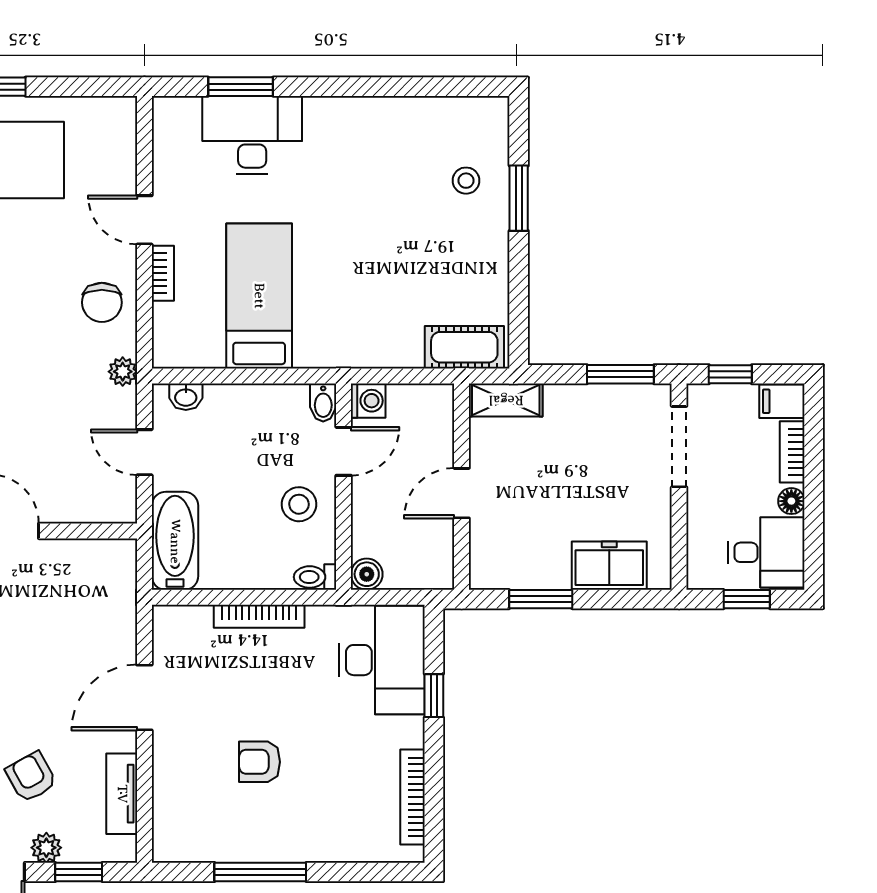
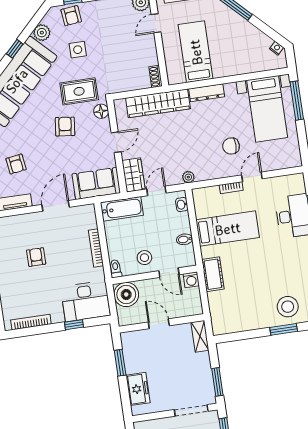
stool: (466, 181) -> (288, 307), width x1.89, depth x1.89
chair: (102, 302) -> (231, 146), moved
cot: (464, 347) -> (213, 274), moved
bidet: (323, 403) -> (184, 239), moved
wardrobe: (98, 501) -> (134, 175), added
boiler: (367, 574) -> (126, 294), width x1.86, depth x1.86
sofa: (106, 593) -> (96, 183), added
door: (144, 698) -> (56, 206), hinge flipped
armchair: (31, 777) -> (16, 164), turned 111

